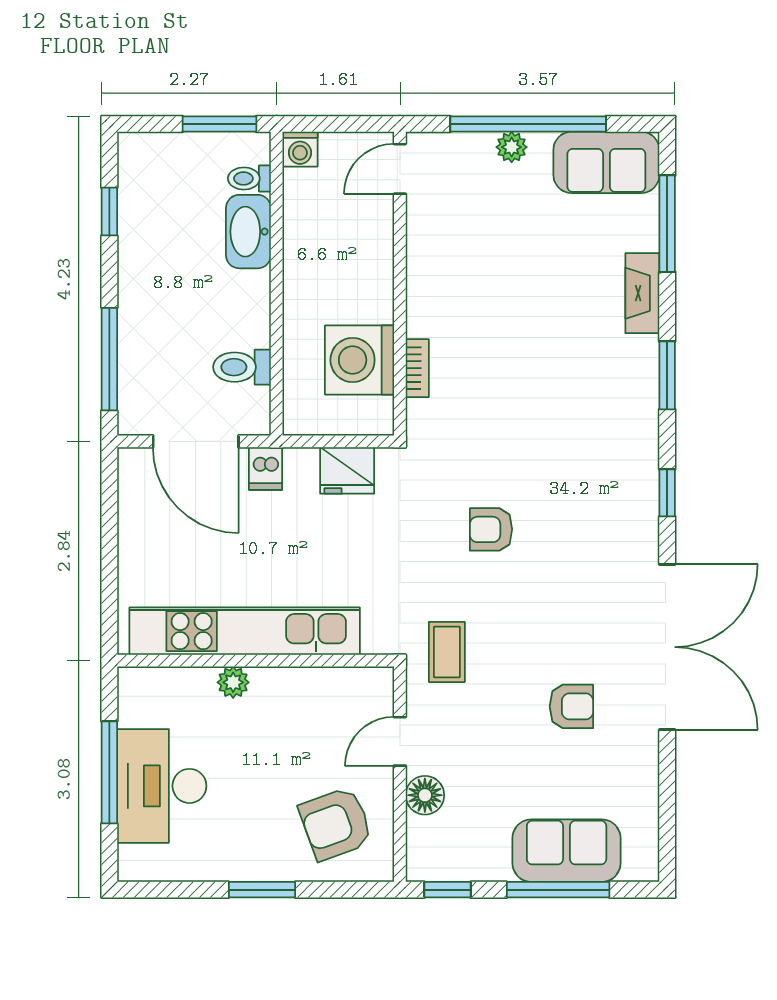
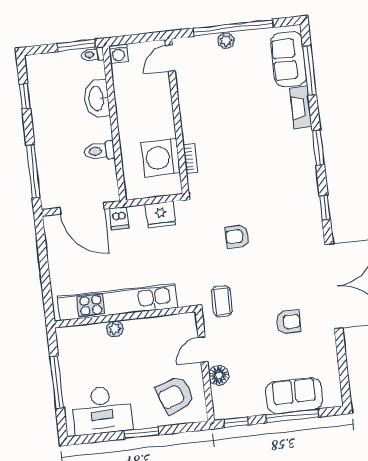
sofa: (606, 162) -> (289, 59), moved, turned 90
toilet: (249, 178) -> (92, 54), moved
toilet: (242, 367) -> (99, 151), moved
desk: (162, 786) -> (102, 410), moved, turned -90

